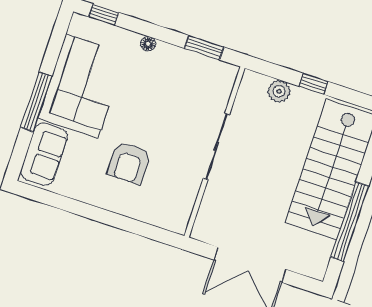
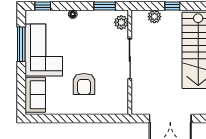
plant: (222, 83) -> (121, 22), added
window: (36, 102) -> (21, 44), moved

